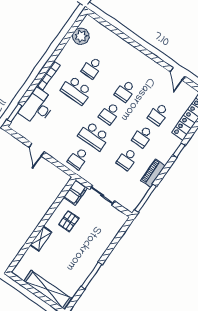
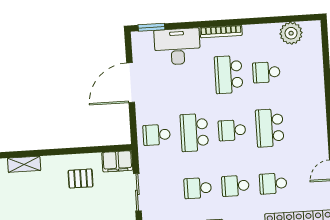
school desk: (125, 91) -> (270, 128), width x1.85
door: (37, 150) -> (131, 83), width x1.88
shelving: (41, 239) -> (24, 164), moved

